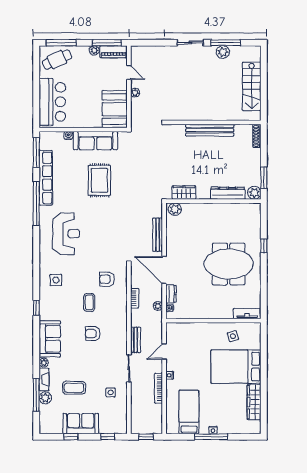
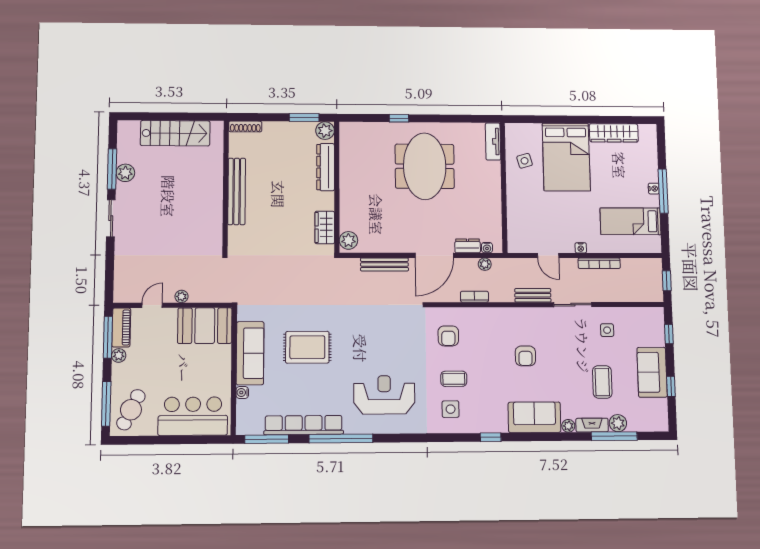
cafe table: (57, 60) -> (131, 410), turned 50
coffee table: (89, 302) -> (454, 379), moved

